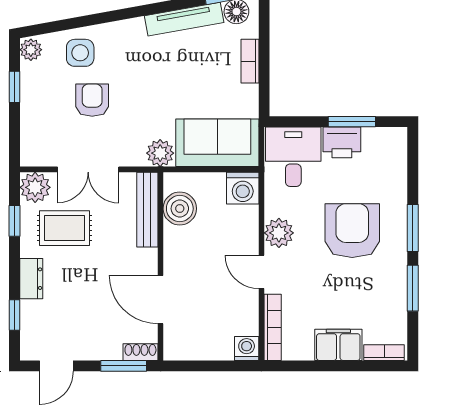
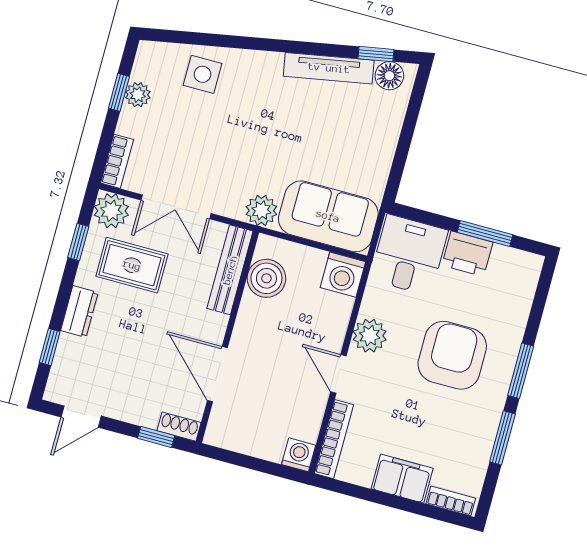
plant: (31, 50) -> (138, 95), moved
bookcase: (250, 61) -> (117, 161), moved, turned 180
armchair: (92, 100) -> (202, 131), removed
window: (124, 366) -> (156, 437), width x0.67

